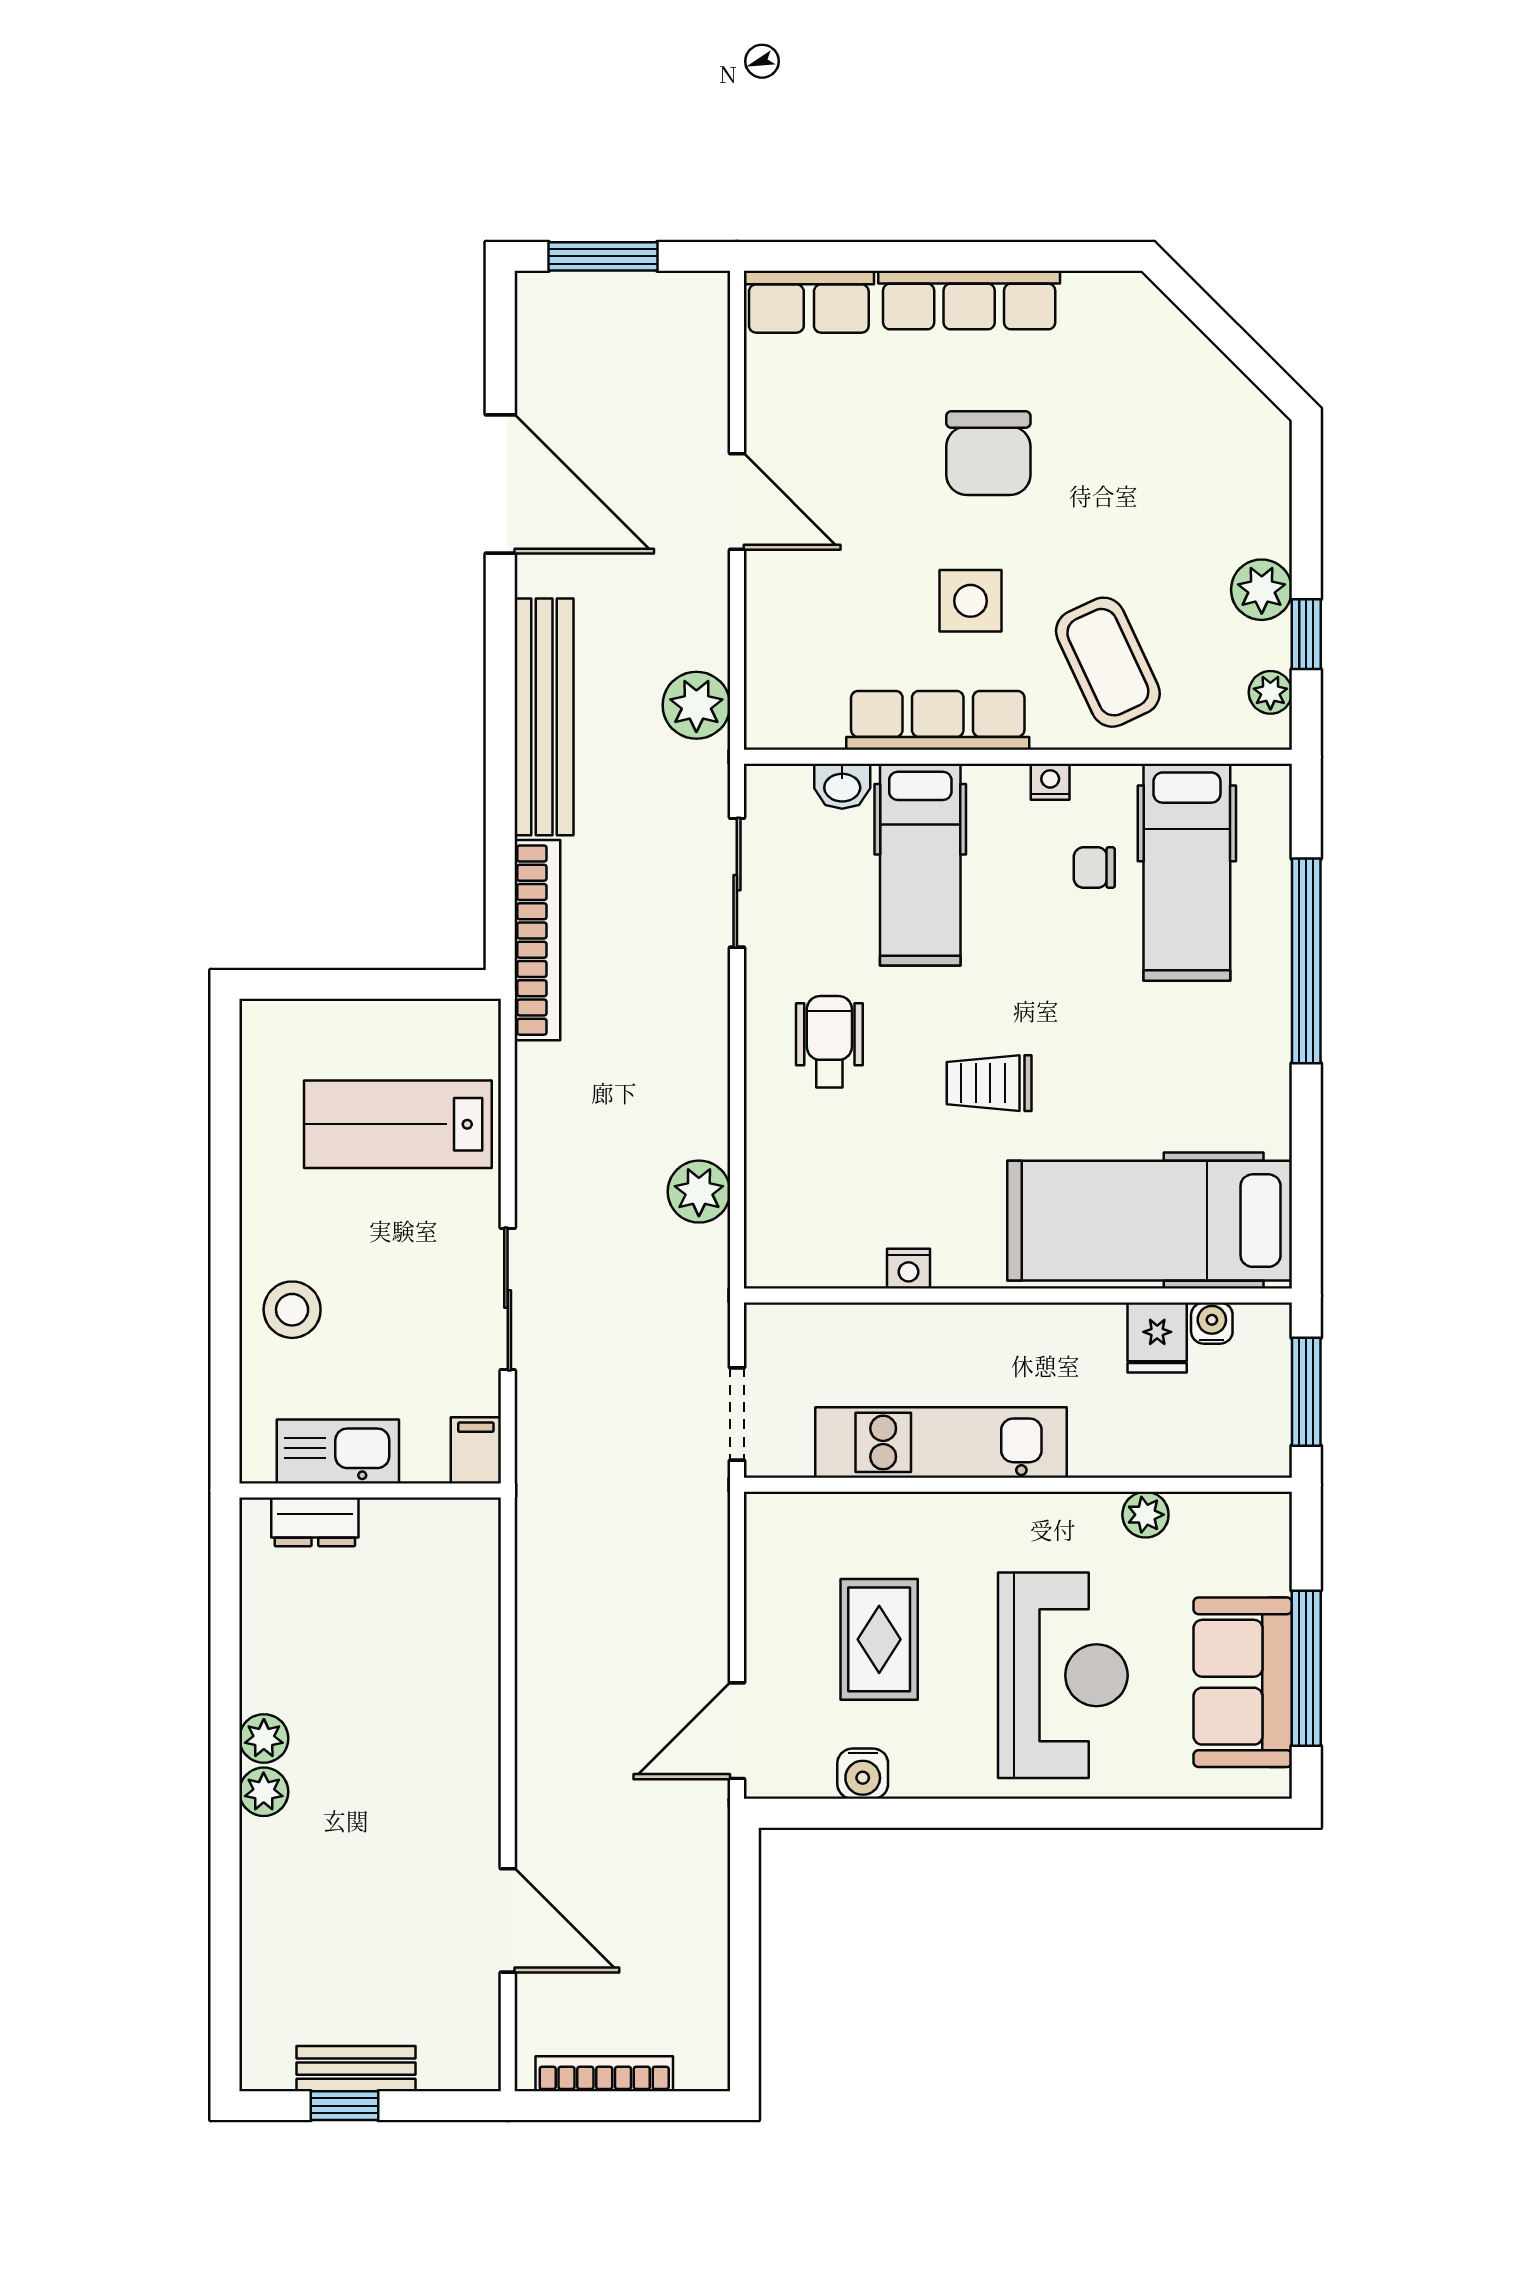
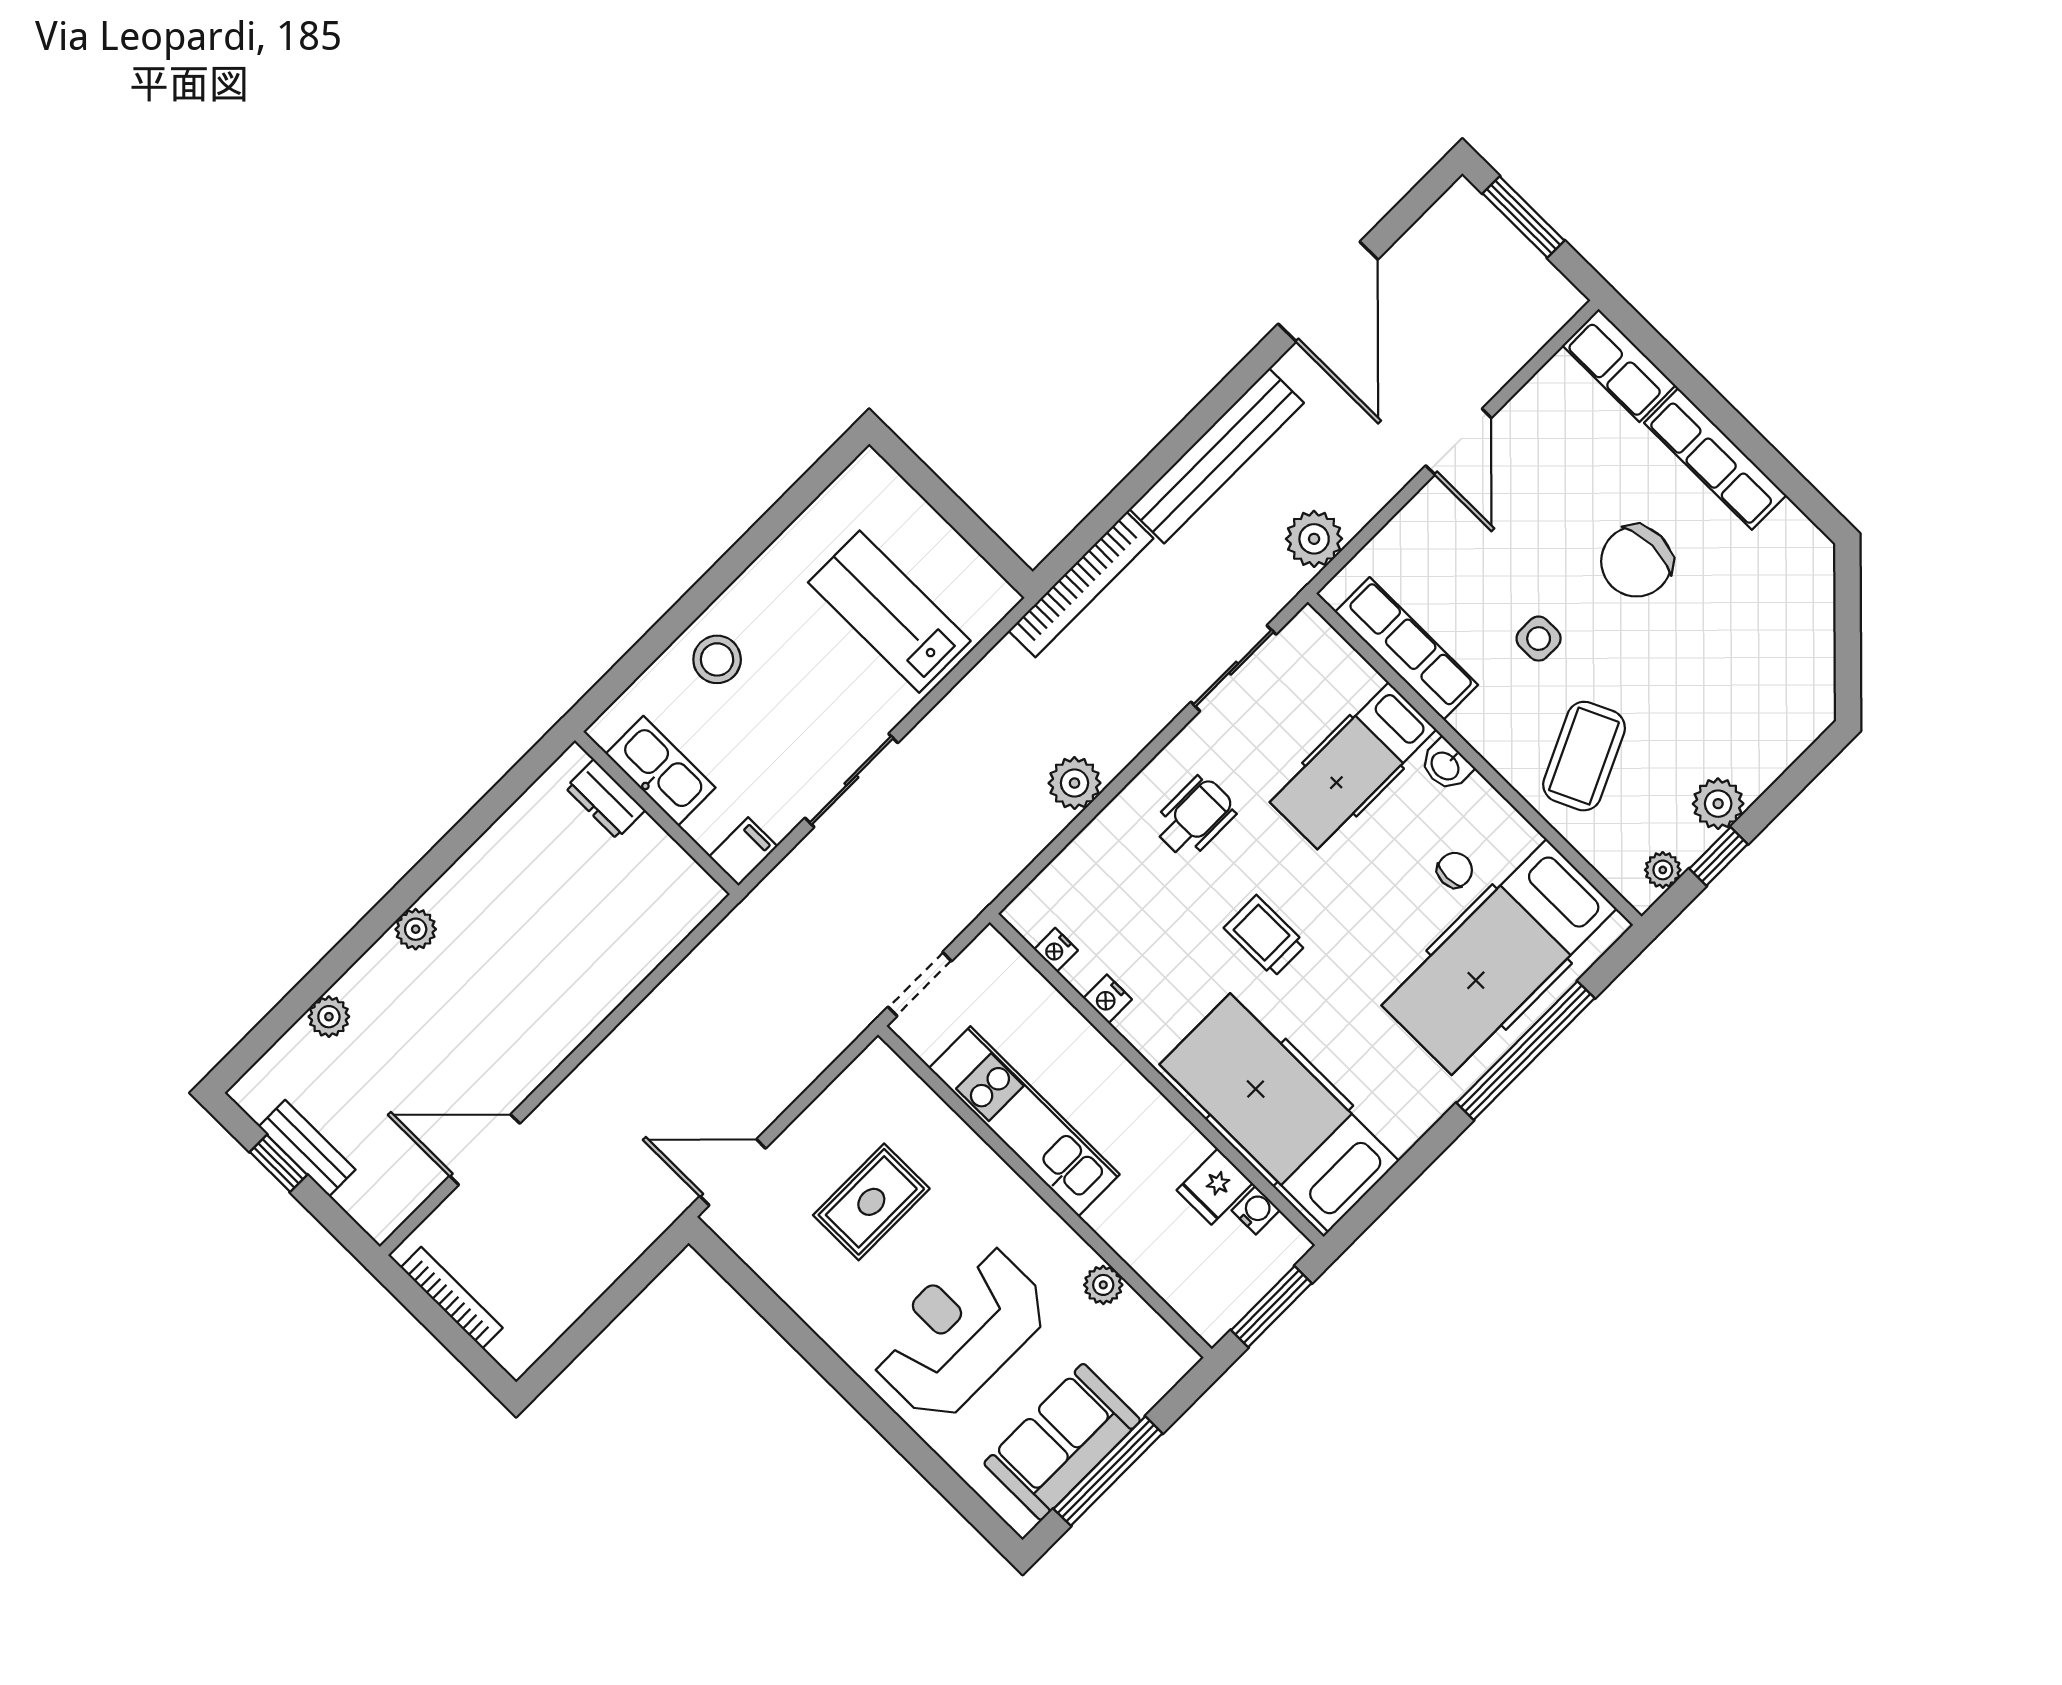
side table: (971, 601) -> (1539, 639), width x0.73, depth x0.73
row of seats: (938, 720) -> (1406, 648), moved
nightstand: (1050, 782) -> (1056, 950), moved, turned 180
washbasin: (842, 786) -> (1446, 765), moved
chair: (1094, 868) -> (1455, 870), turned 90
hospital bed: (1187, 872) -> (1499, 957), width x1.37, depth x1.29
plant: (699, 1192) -> (1075, 783), moved
reception desk: (1063, 1675) -> (959, 1332), turned 180
plant: (264, 1738) -> (329, 1017), moved
water cooler: (863, 1774) -> (782, 1272), removed
door: (508, 1920) -> (485, 1150), swing flipped

